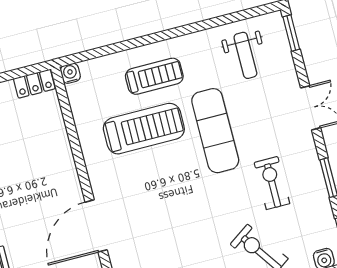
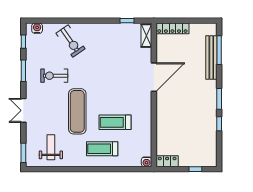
treadmill: (144, 129) -> (115, 122), width x0.73, depth x0.73
exercise bike: (272, 183) -> (54, 76), turned 90

